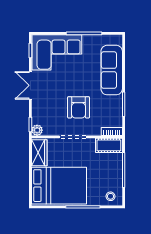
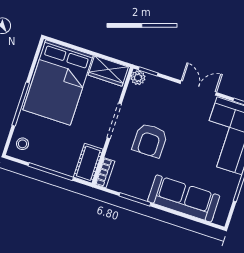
armchair: (79, 107) -> (150, 140), turned -90

